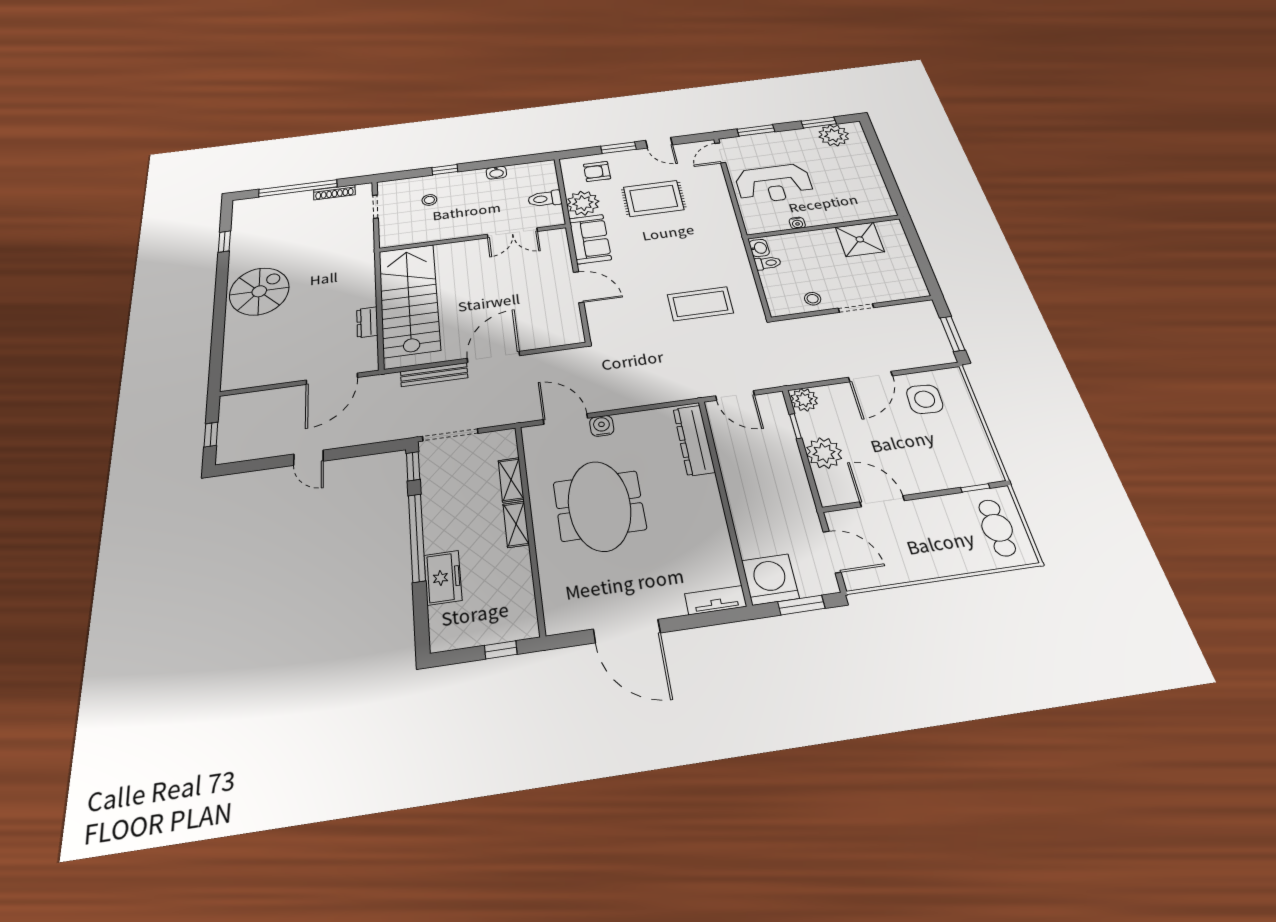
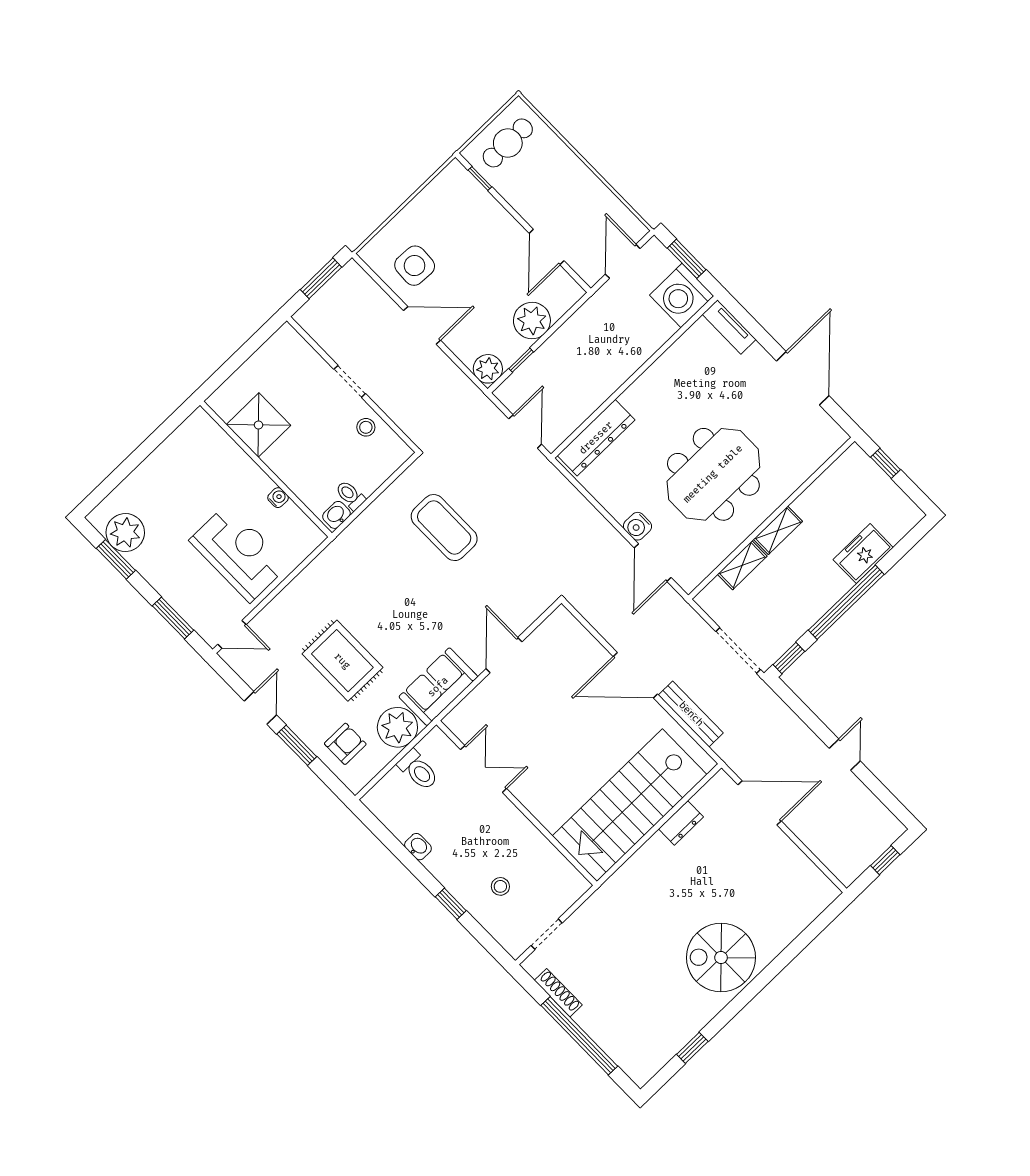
armchair: (597, 171) -> (345, 744), turned -90

